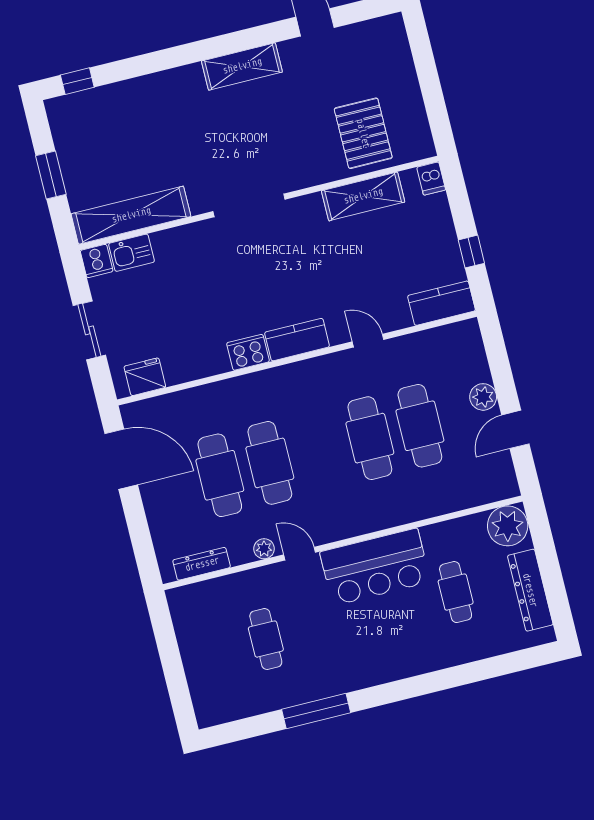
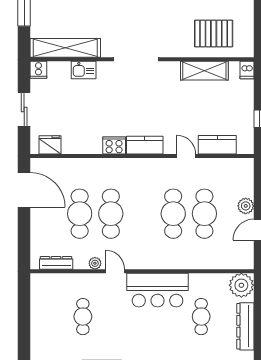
pallet: (363, 133) -> (214, 34), turned 90
kitchen sink: (131, 253) -> (84, 70), moved
kitchen counter: (441, 303) -> (217, 145), moved

